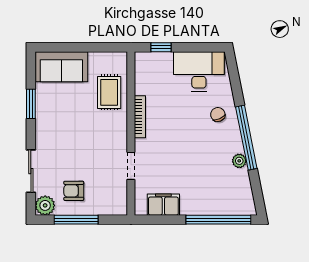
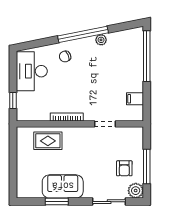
sofa: (61, 67) -> (63, 186), moved, turned -90
filing cabinet: (163, 205) -> (135, 99), width x0.50

